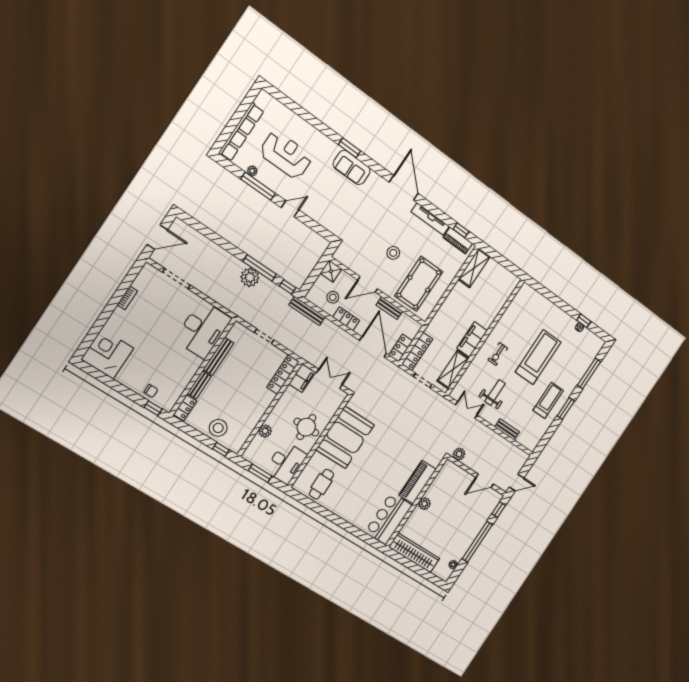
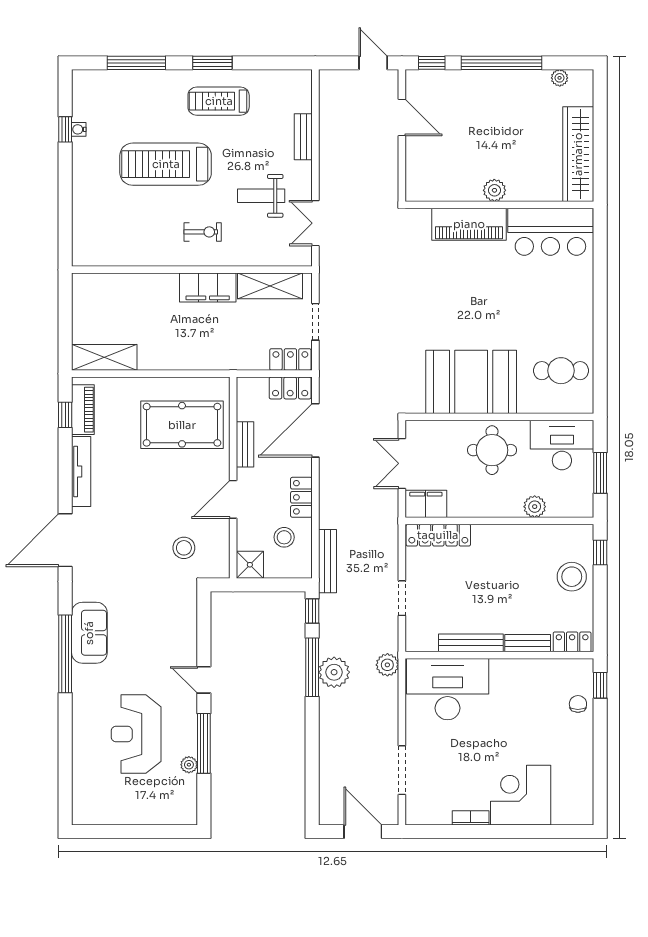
row of seats: (241, 132) -> (148, 813), removed
window: (349, 148) -> (65, 654), width x2.11
stool: (393, 253) -> (184, 548), moved
door: (368, 284) -> (233, 499), swing flipped
locker: (417, 351) -> (290, 359), width x0.66
corner desk: (107, 354) -> (521, 795), moved, turned 90
plant: (459, 454) -> (387, 665), moved

